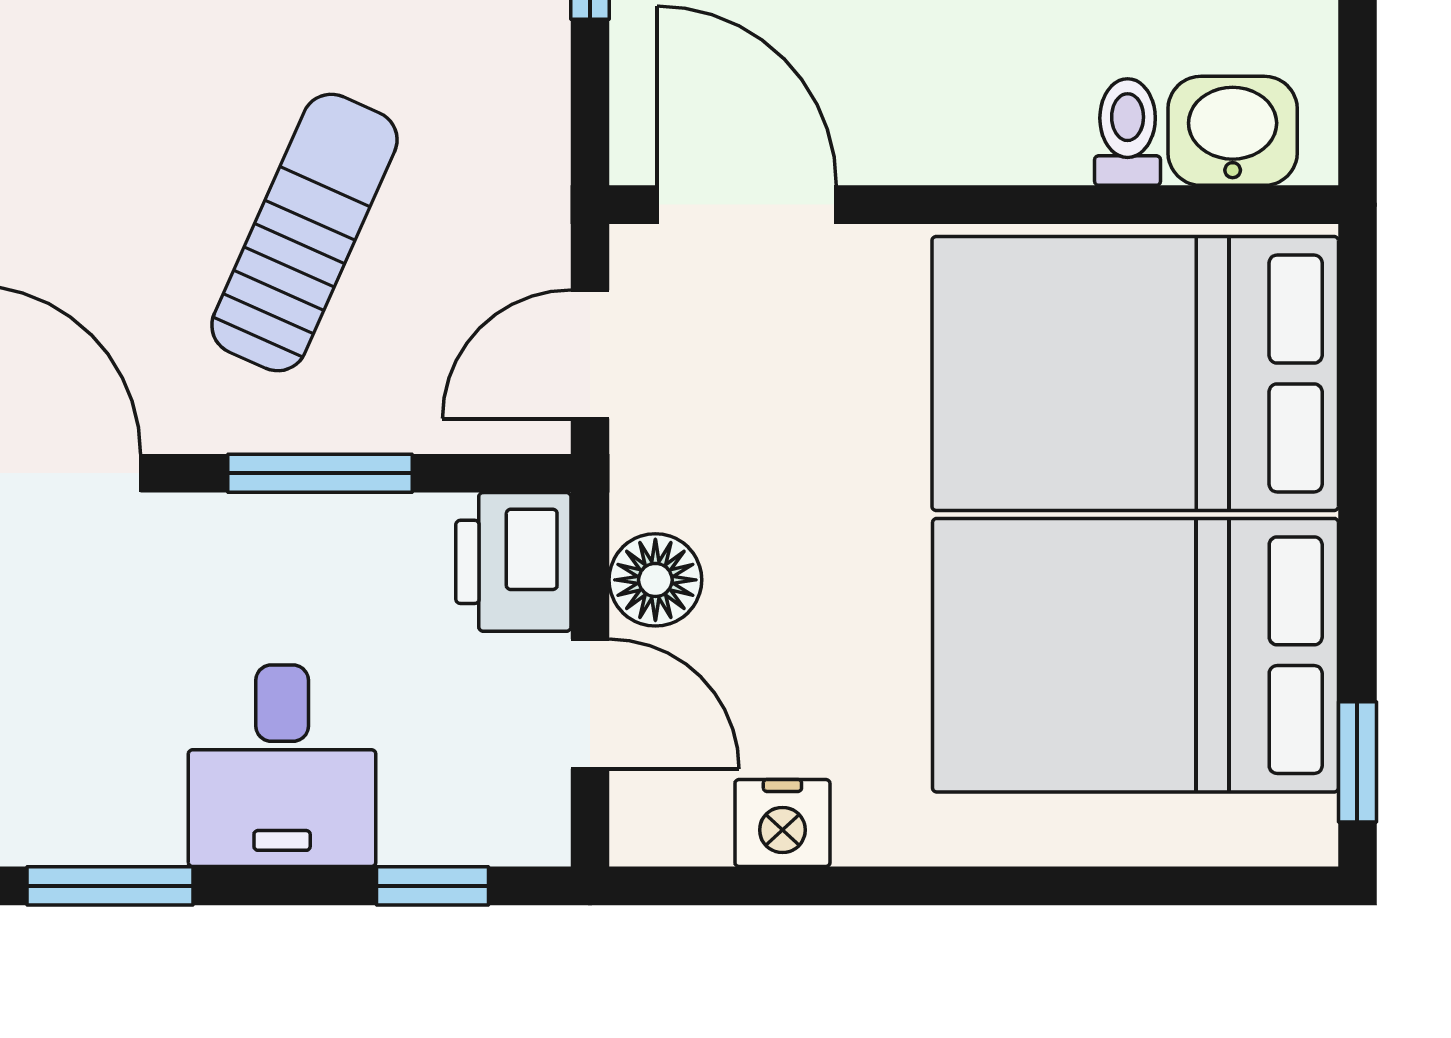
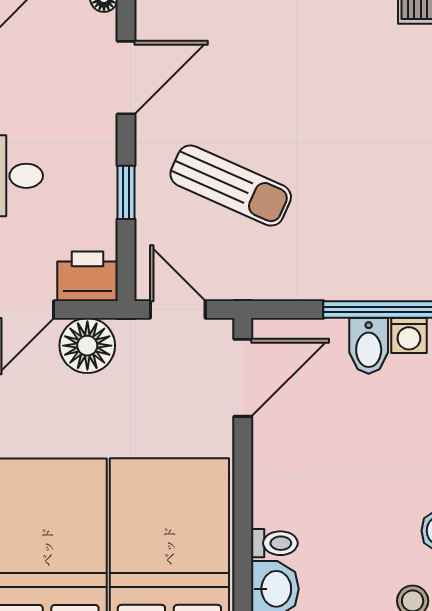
window: (320, 473) -> (126, 192), width x0.67
floor lamp: (655, 580) -> (87, 346), width x1.38, depth x1.38

